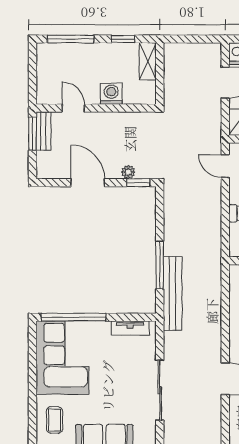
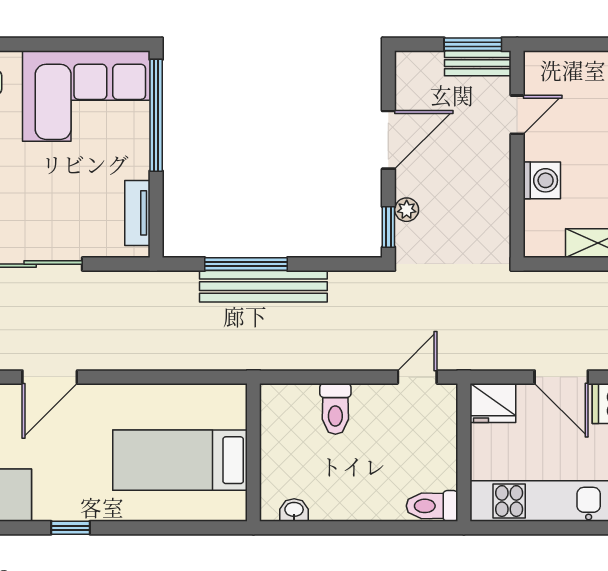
bench: (173, 293) -> (263, 286), moved

